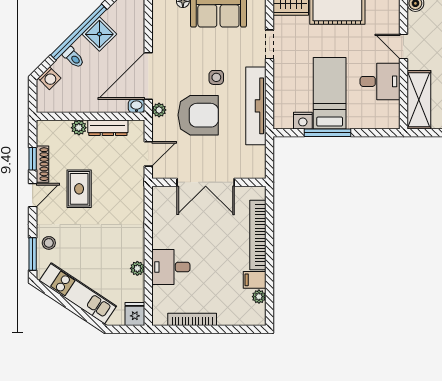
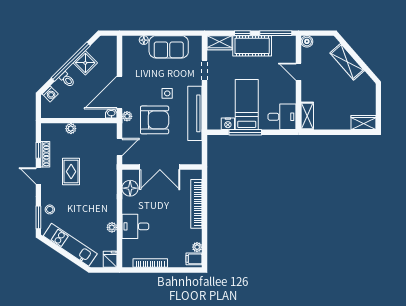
desk: (380, 81) -> (282, 117), moved
shelving: (419, 100) -> (307, 116), width x0.67, depth x0.75
dresser: (108, 128) -> (91, 129), removed
door: (33, 195) -> (38, 176), swing flipped
floor lamp: (163, 213) -> (130, 188), added
filing cabinet: (255, 280) -> (194, 259), moved

